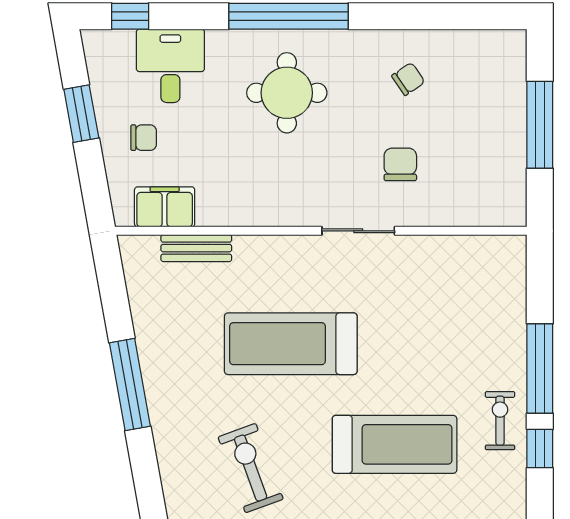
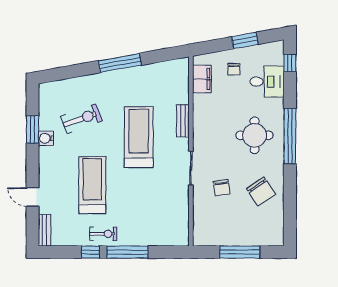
chair: (408, 79) -> (261, 191), width x1.87, depth x1.87
chair: (400, 164) -> (222, 188), turned 82
bench: (196, 248) -> (183, 121), moved
treadmill: (395, 444) -> (92, 185), turned 180

